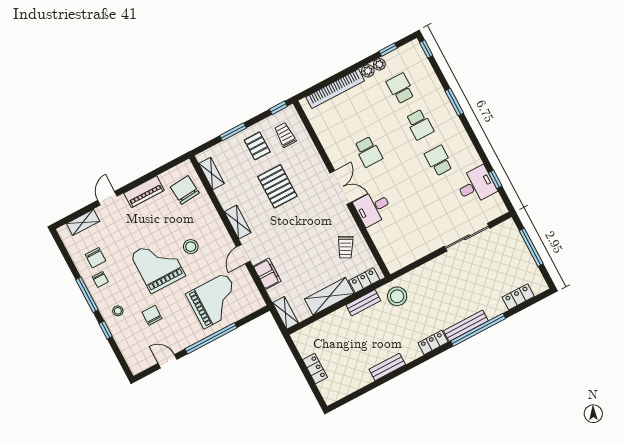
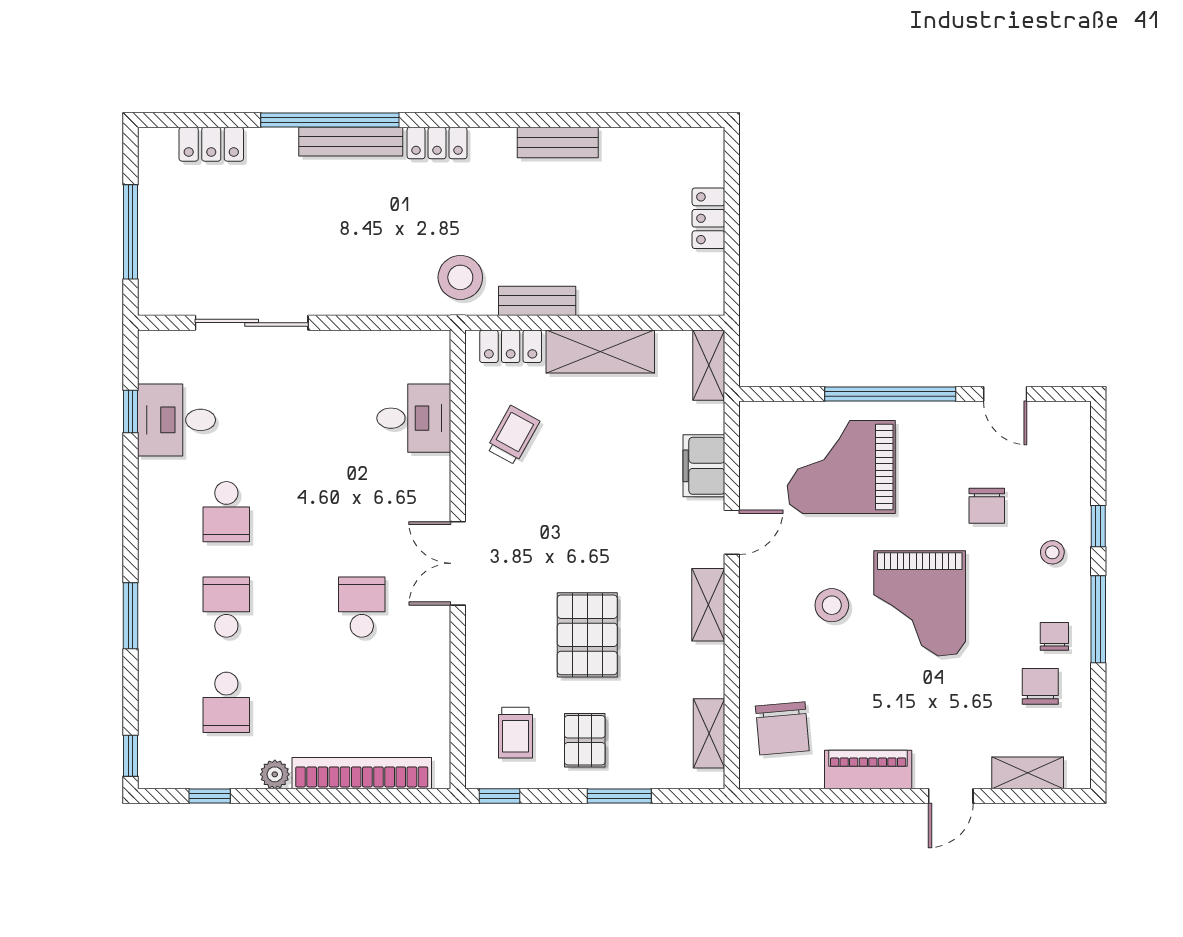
plant: (379, 64) -> (244, 775), removed
desk: (373, 208) -> (414, 418), moved

